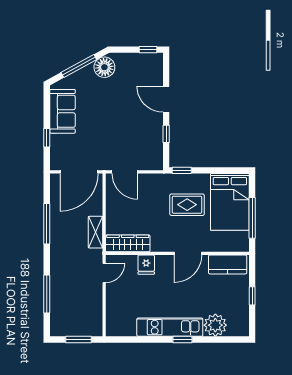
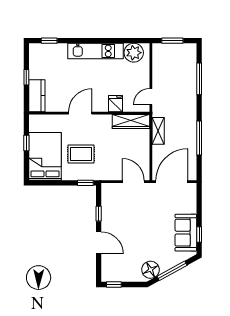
window: (47, 138) -> (199, 234), moved
window: (252, 218) -> (26, 143), width x0.46
kitchen counter: (228, 264) -> (37, 96), moved, turned 90
plant: (215, 325) -> (134, 53), moved
window: (182, 339) -> (49, 41), moved

